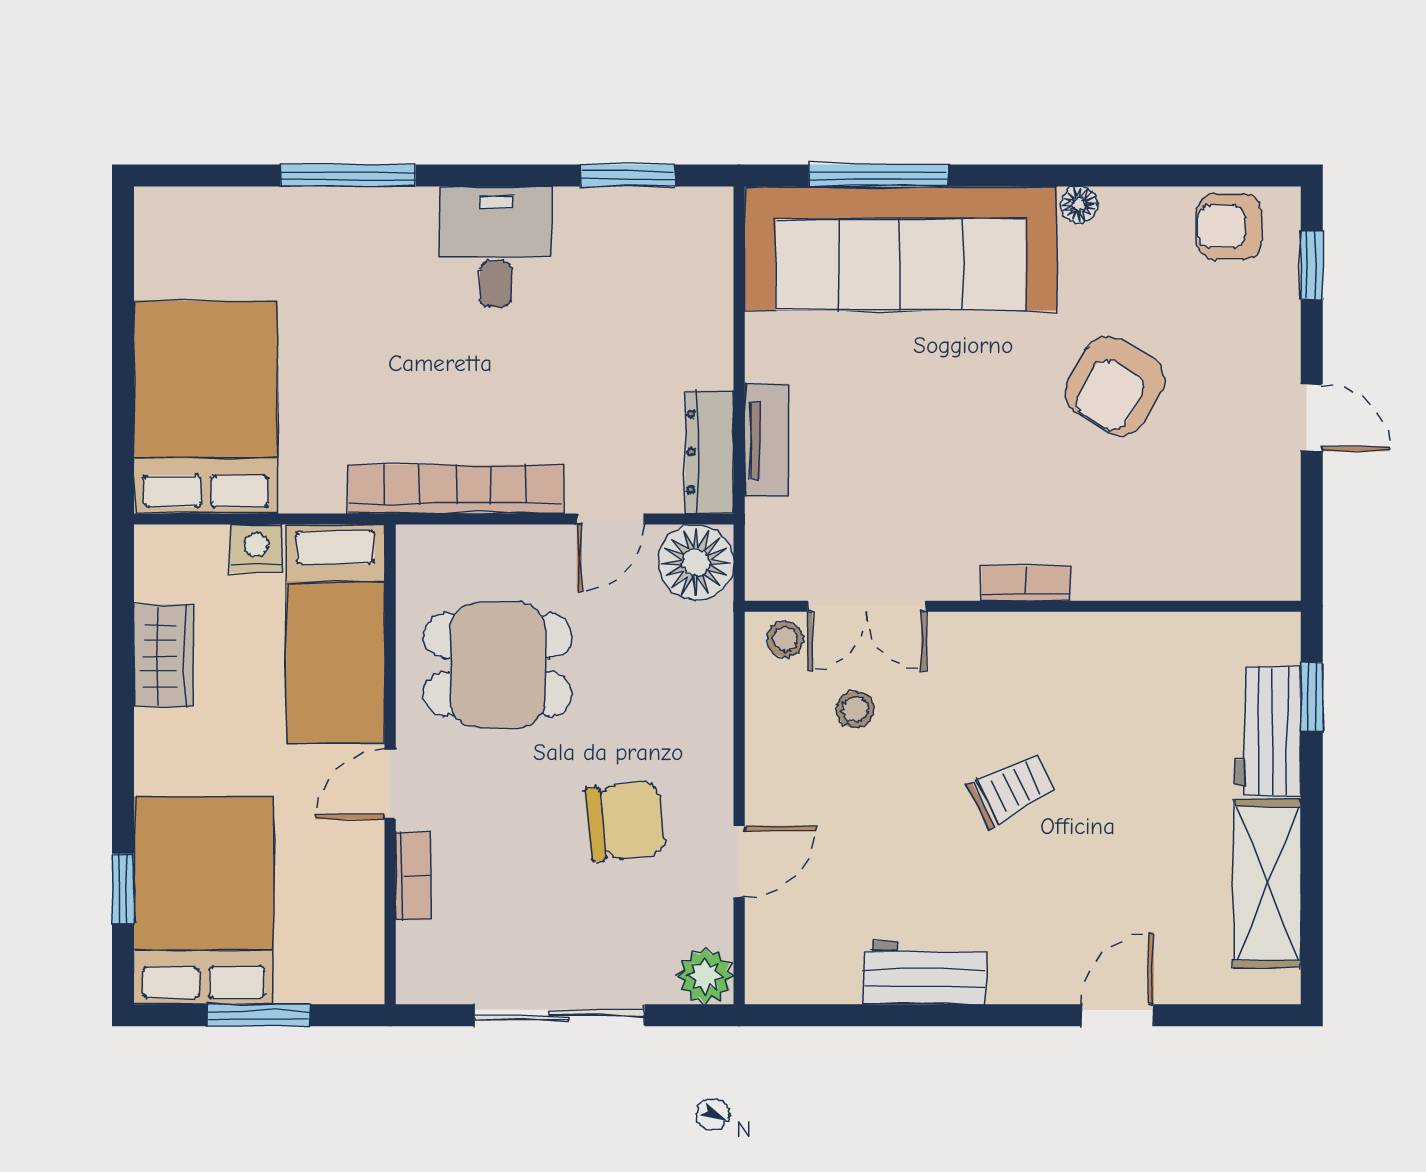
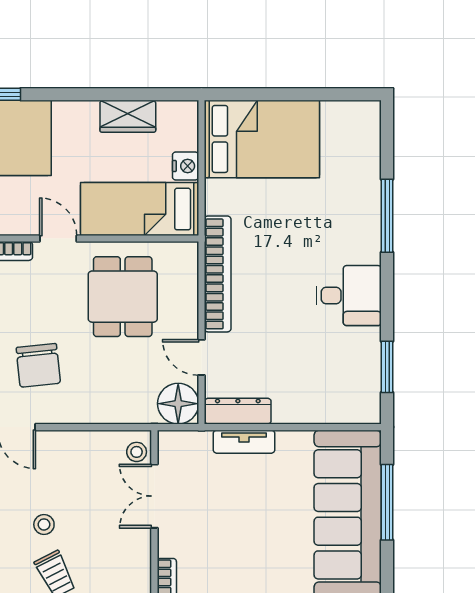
stool: (855, 710) -> (44, 524), moved

